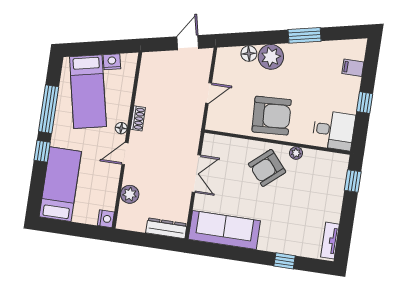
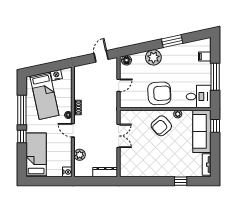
floor lamp: (249, 54) -> (127, 60), moved
window: (365, 103) -> (215, 77), width x2.17
door: (125, 154) -> (73, 130), hinge flipped
sofa: (224, 230) -> (202, 131), moved, turned -90

